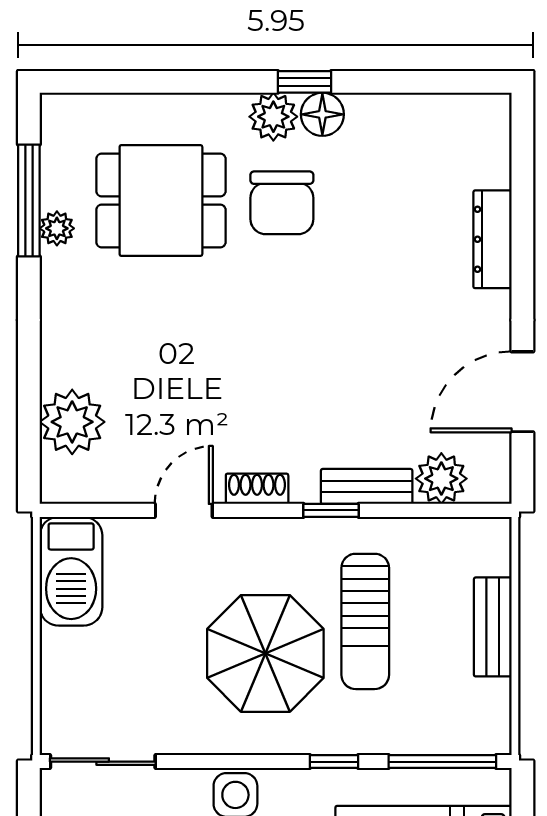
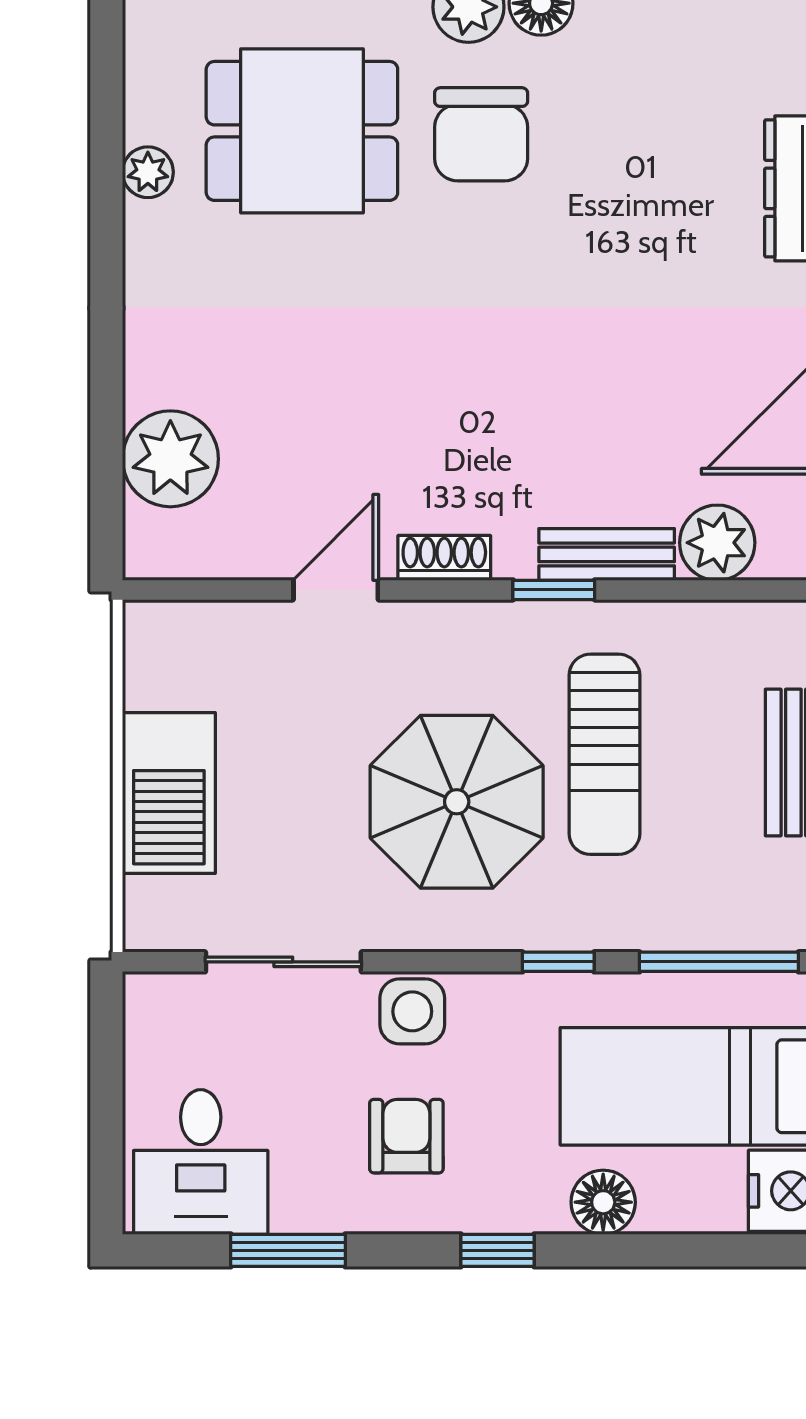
window: (29, 200) -> (106, 131), removed
barbecue: (71, 571) -> (169, 793), moved
sliding door: (103, 762) -> (283, 962), moved

